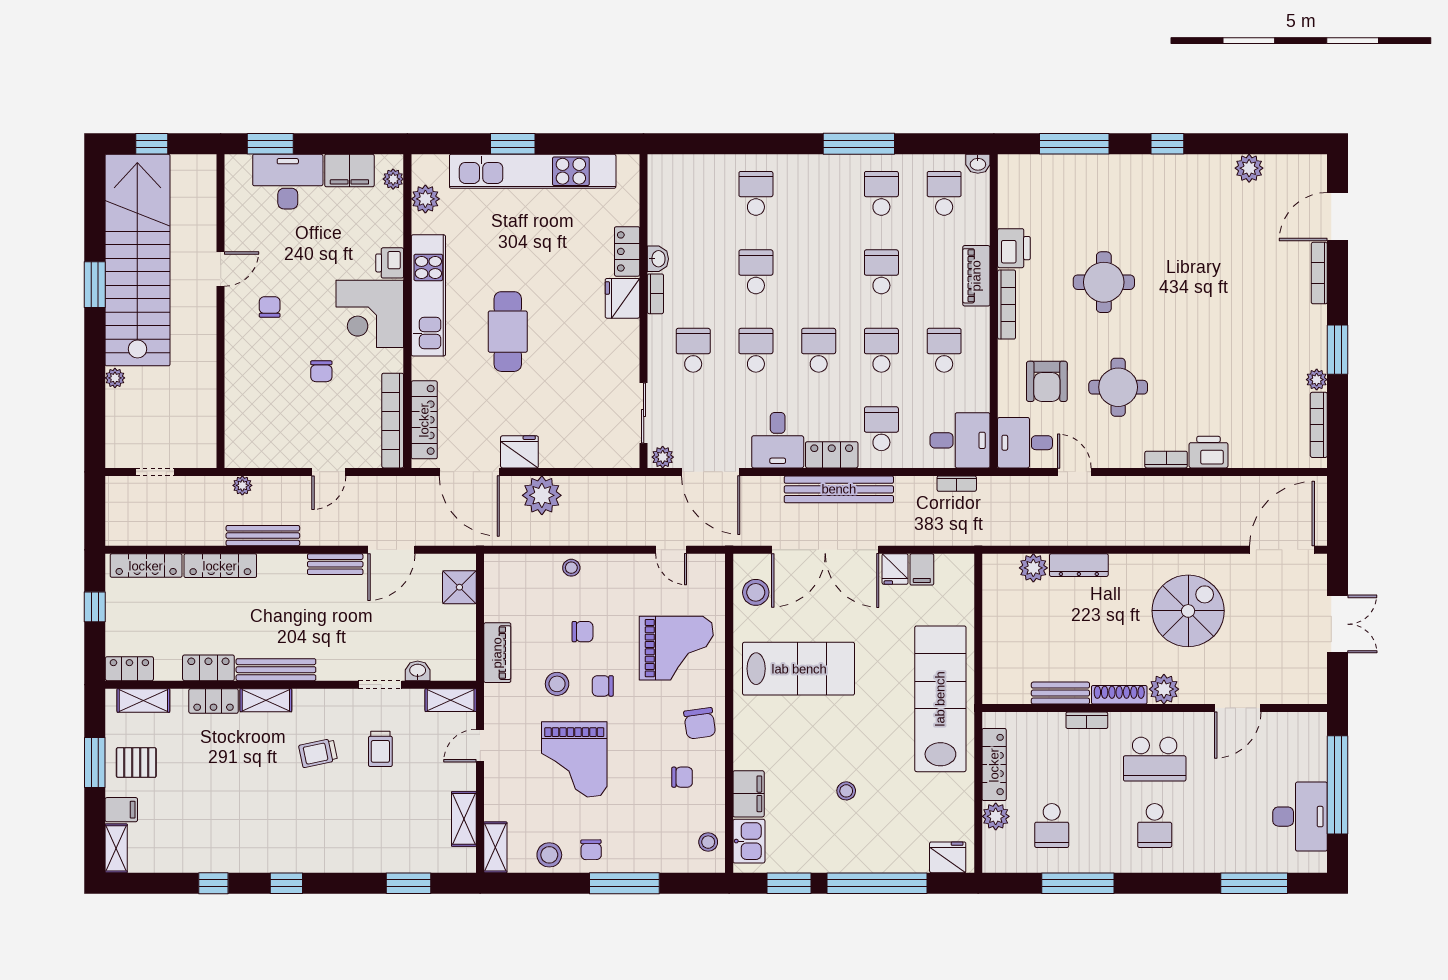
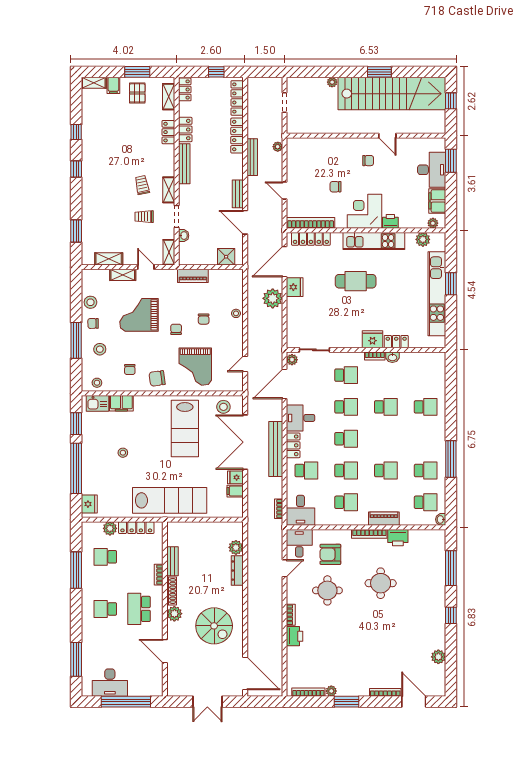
stool: (557, 684) -> (100, 349), moved
shelving: (266, 700) -> (169, 190), moved
shelving: (495, 847) -> (123, 275), moved

